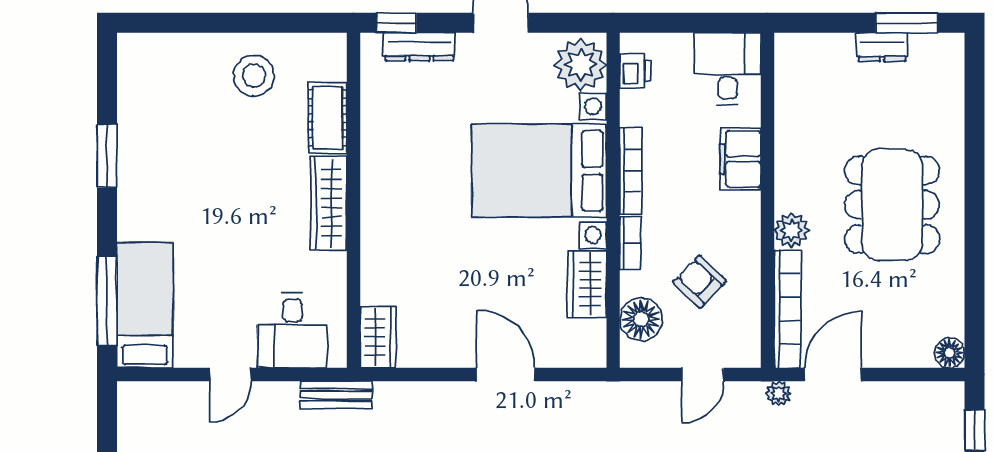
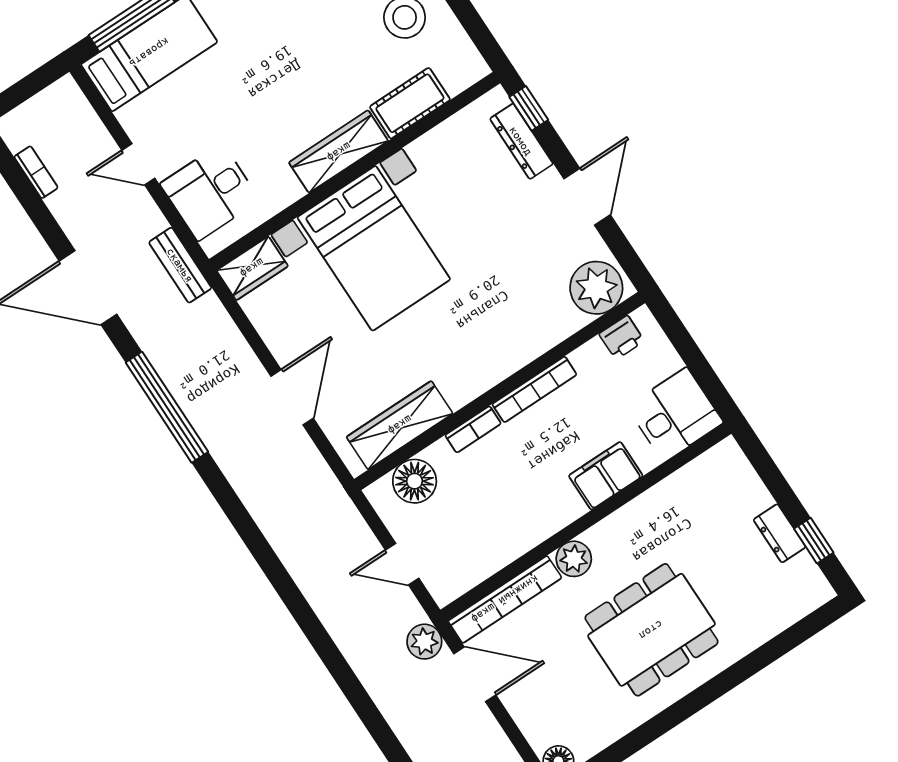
window: (907, 23) -> (814, 541), width x0.67
bed with nightstands: (539, 171) -> (374, 248), moved, turned 180
armchair: (700, 282) -> (479, 510), removed
wardrobe: (587, 284) -> (400, 425), width x1.50
plant: (779, 393) -> (424, 642), width x1.38, depth x1.38

